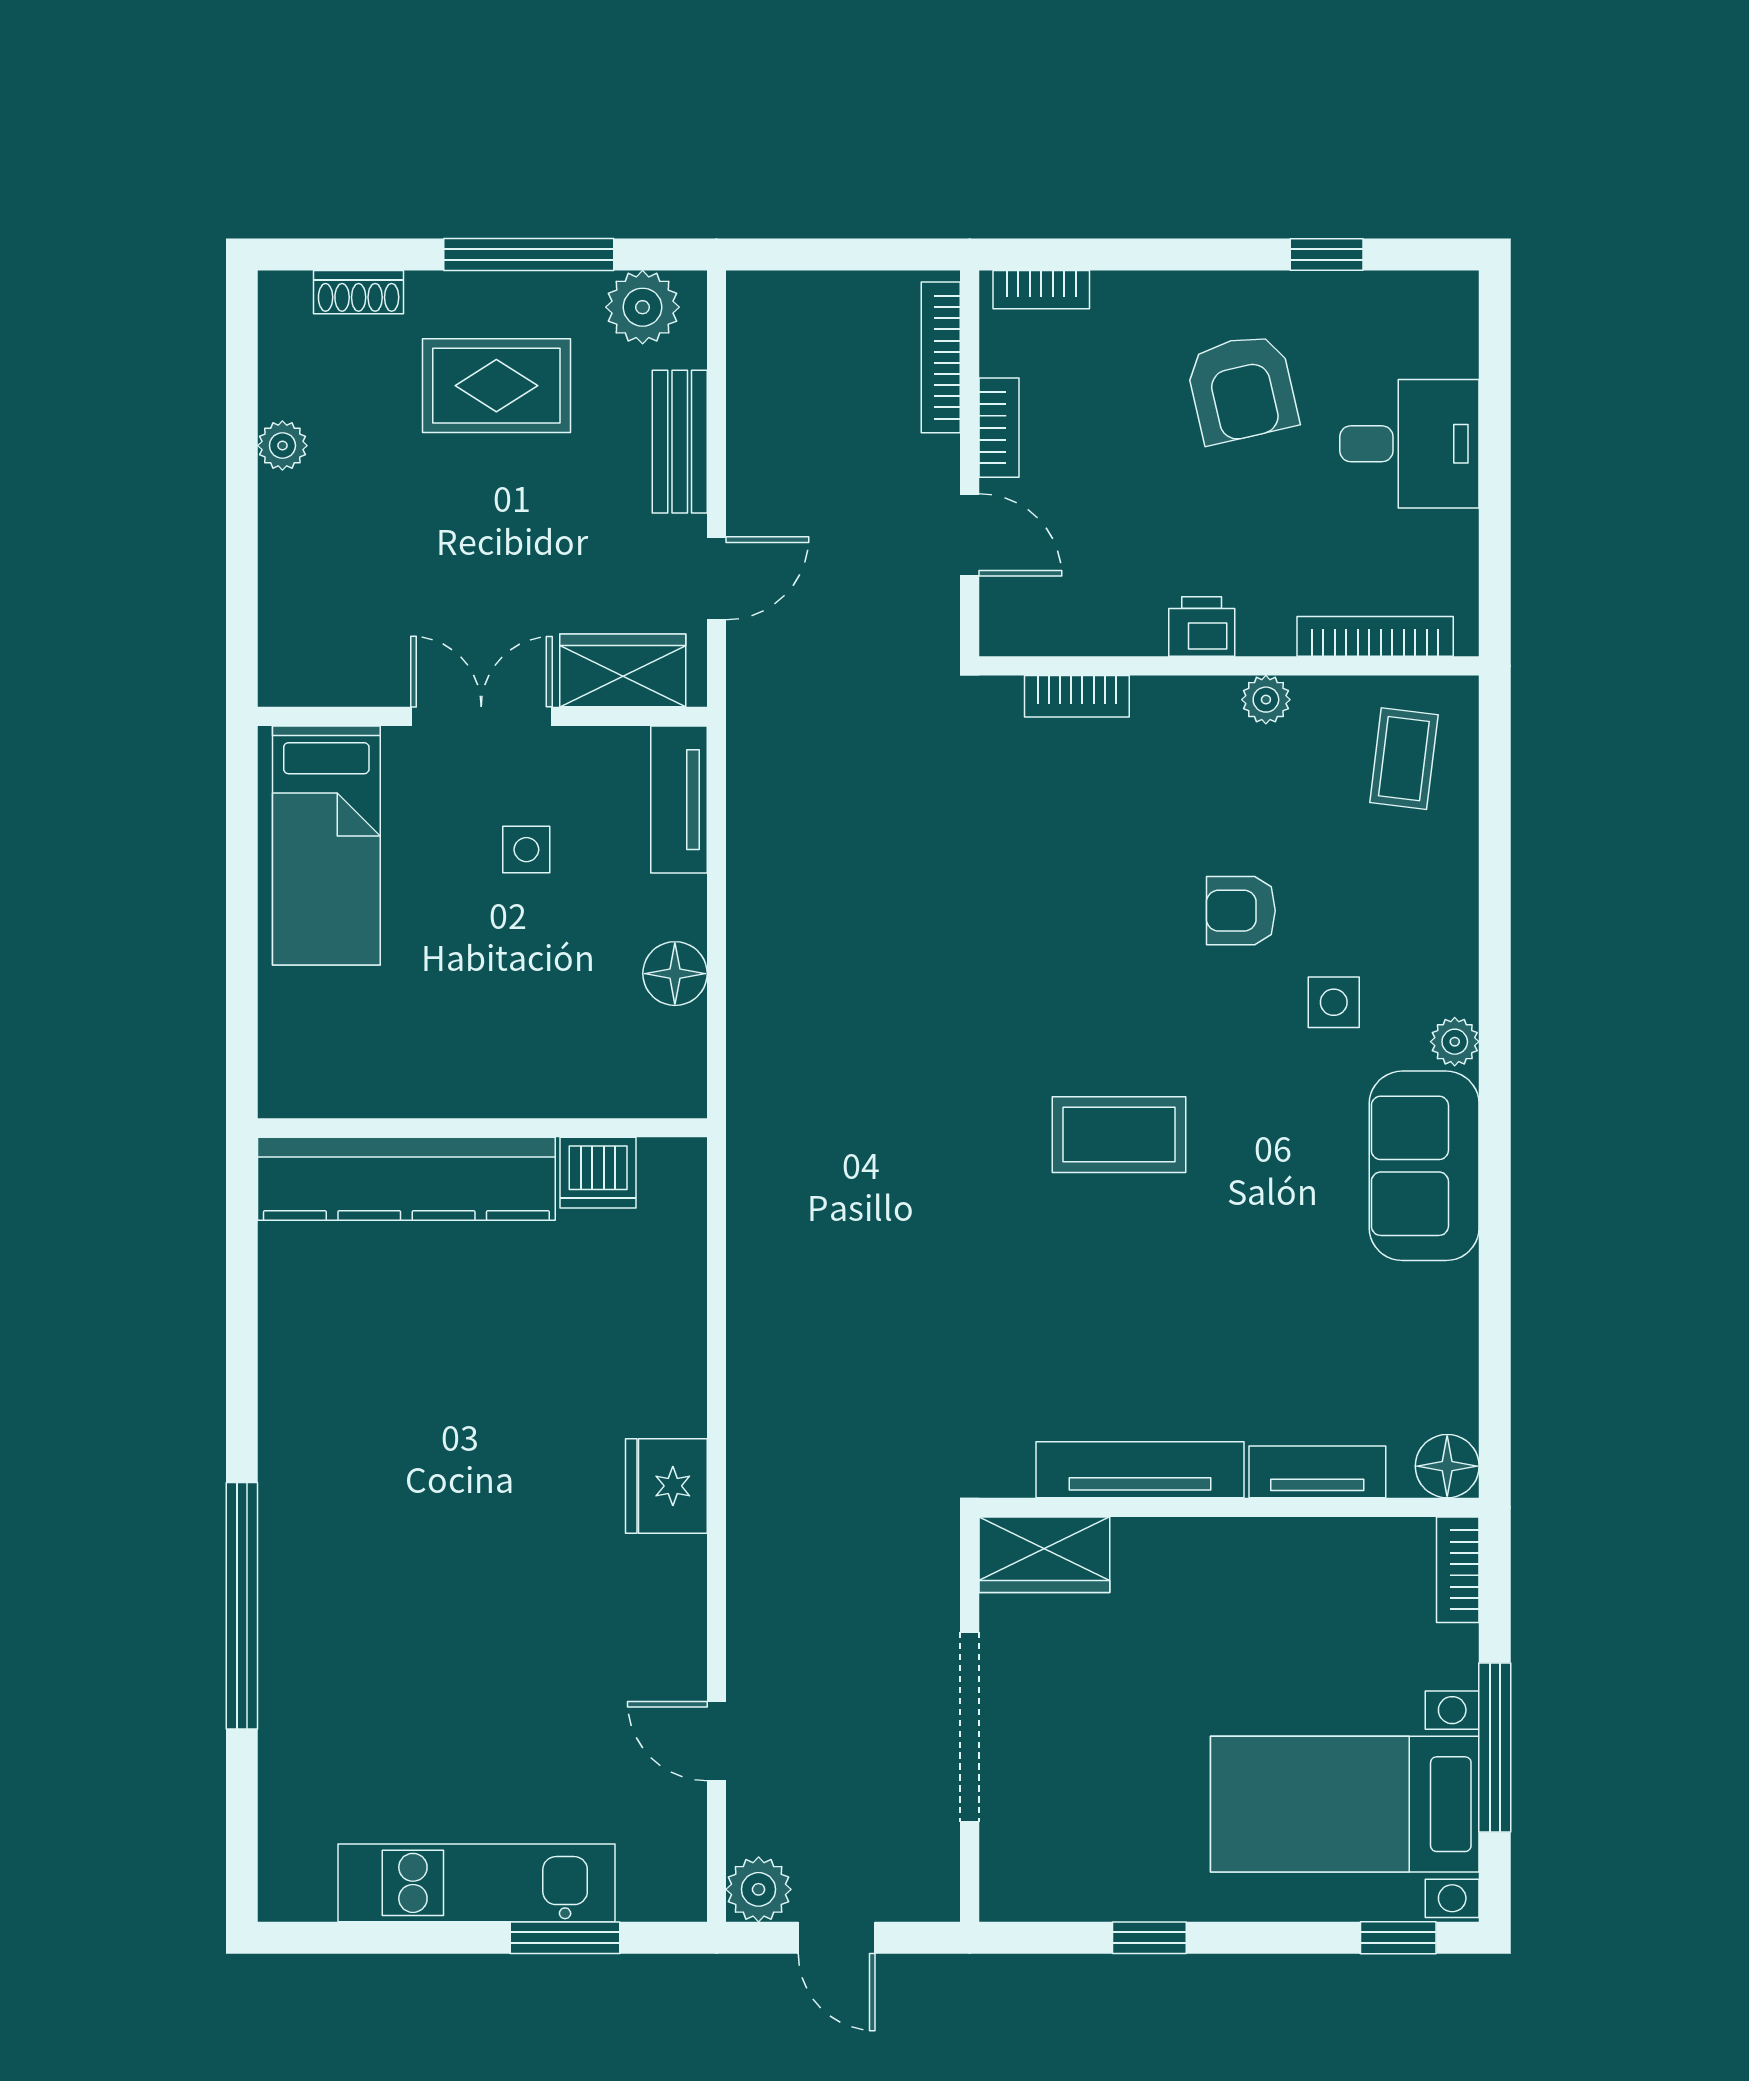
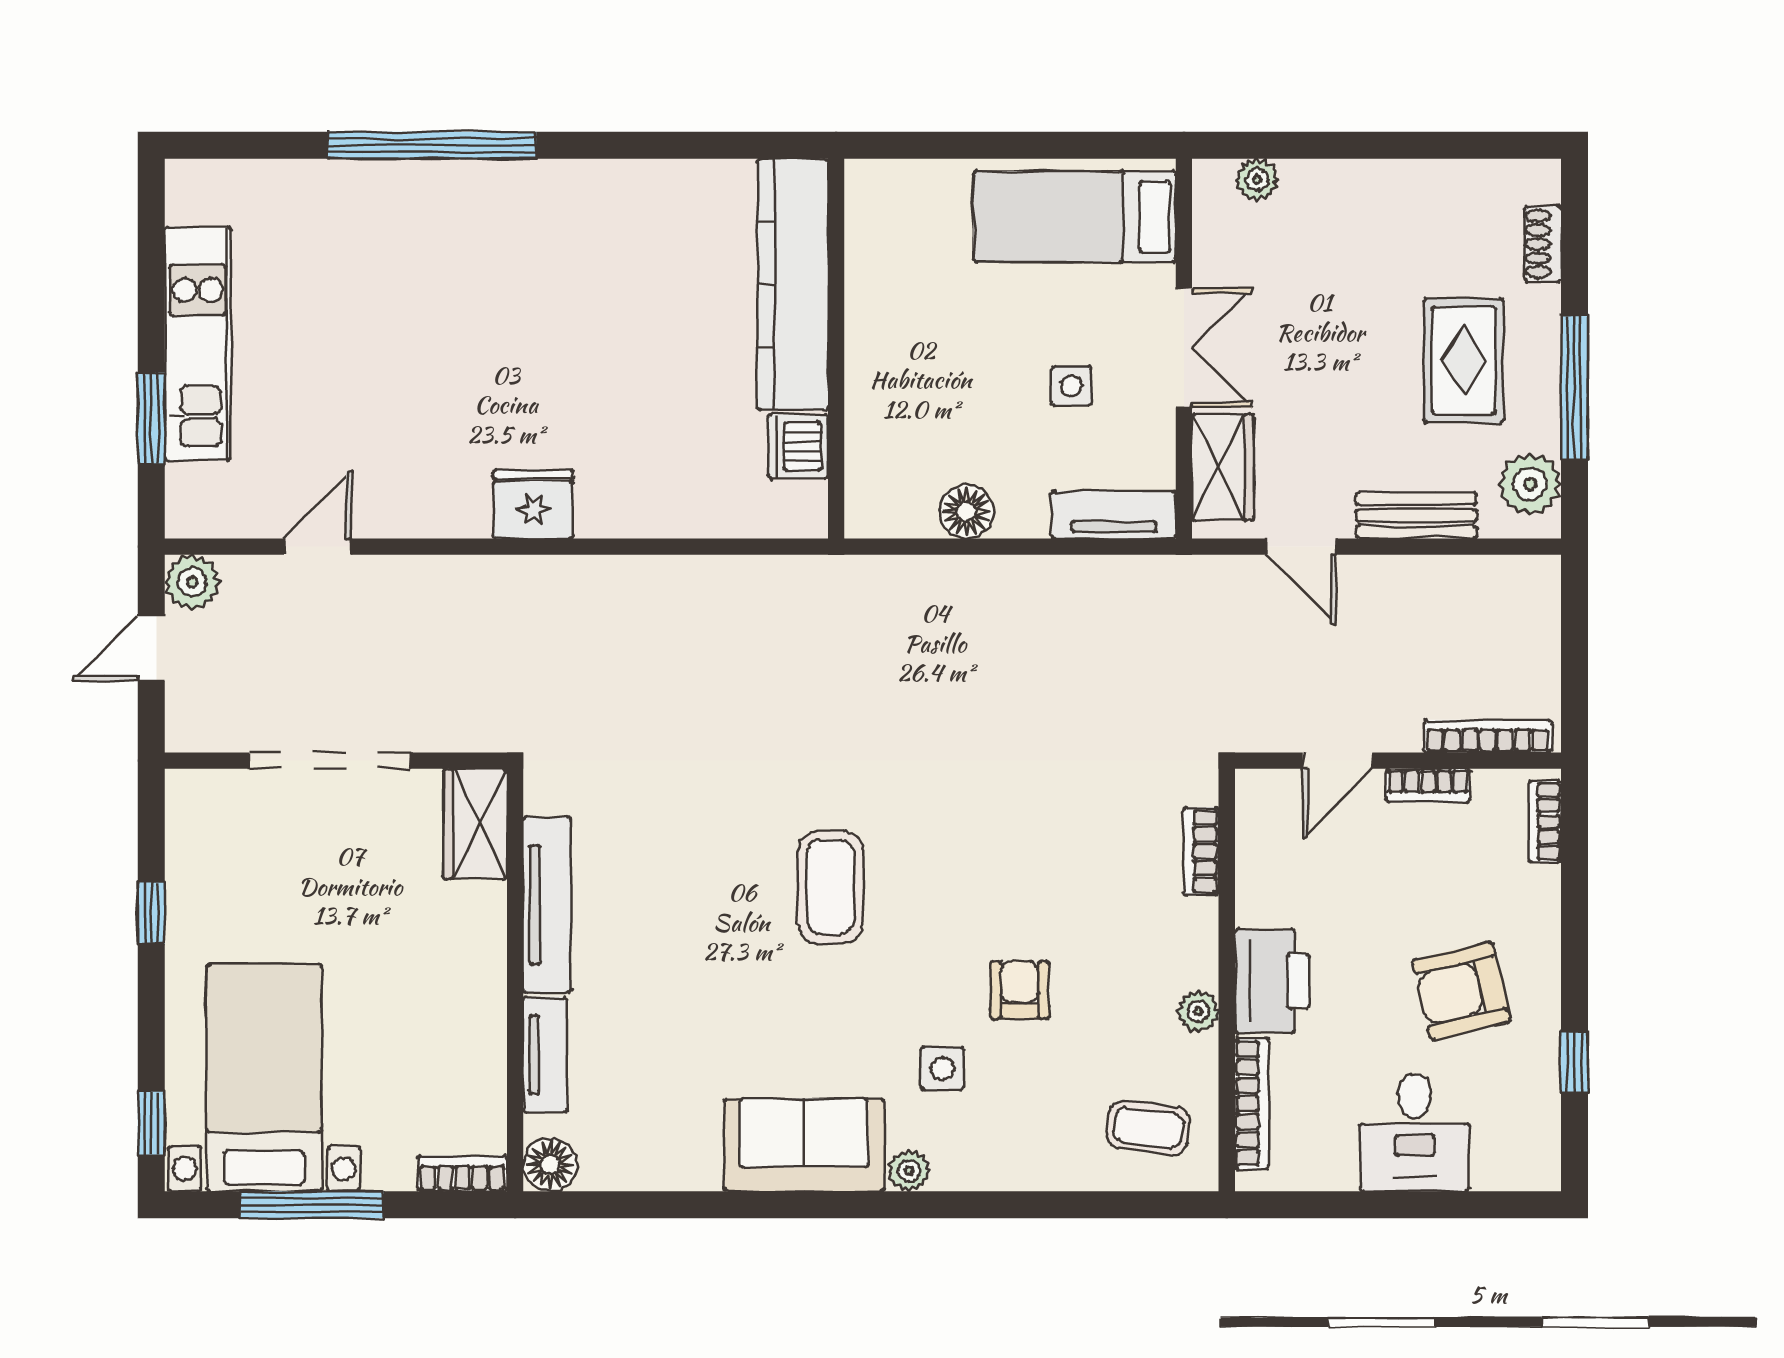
plant: (282, 446) -> (1257, 180), moved
printer: (1202, 626) -> (1272, 981), width x1.87, depth x1.48

